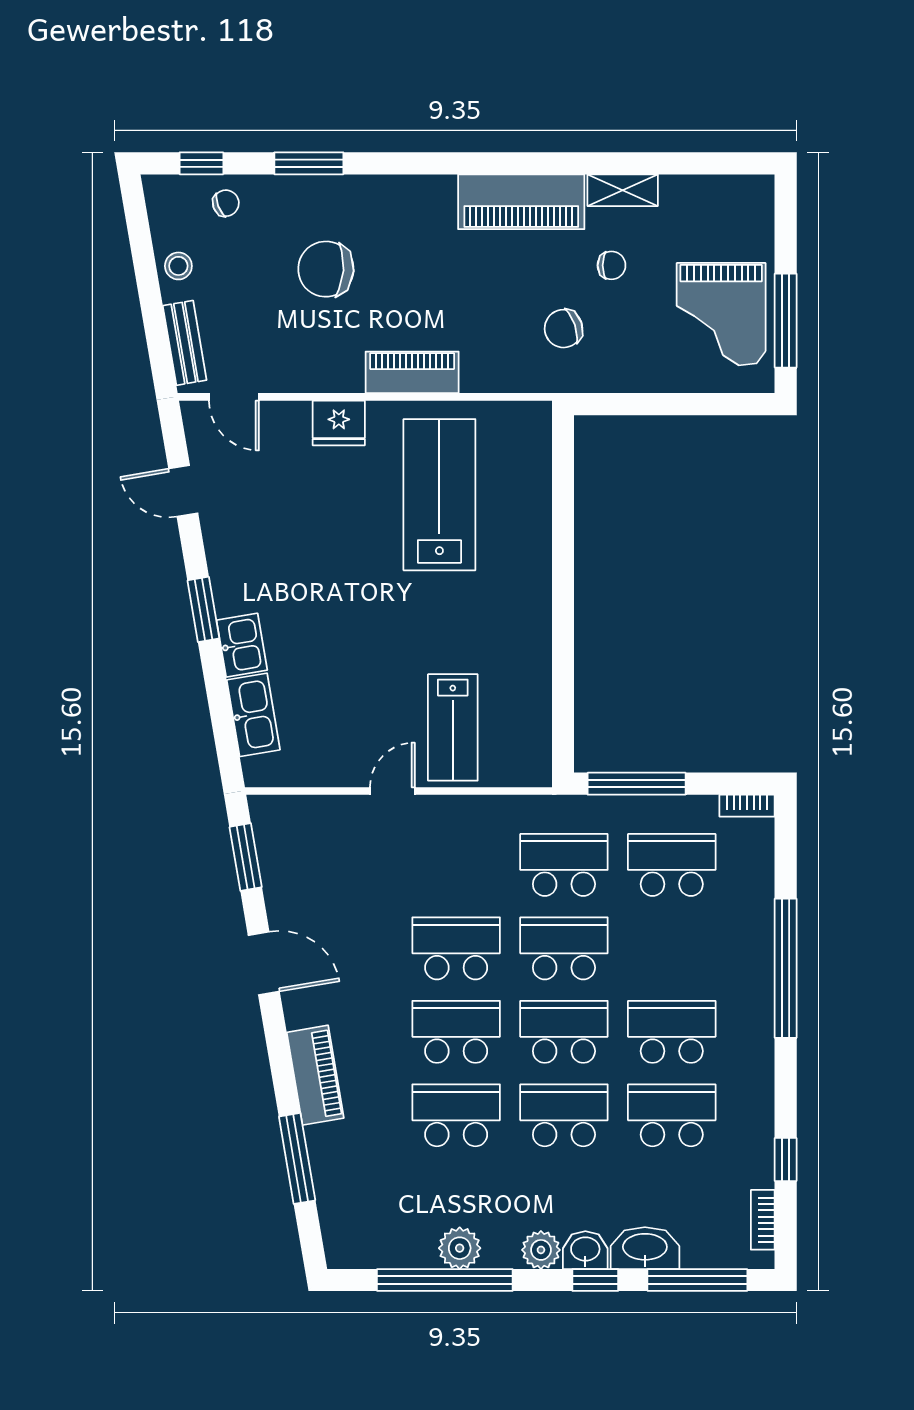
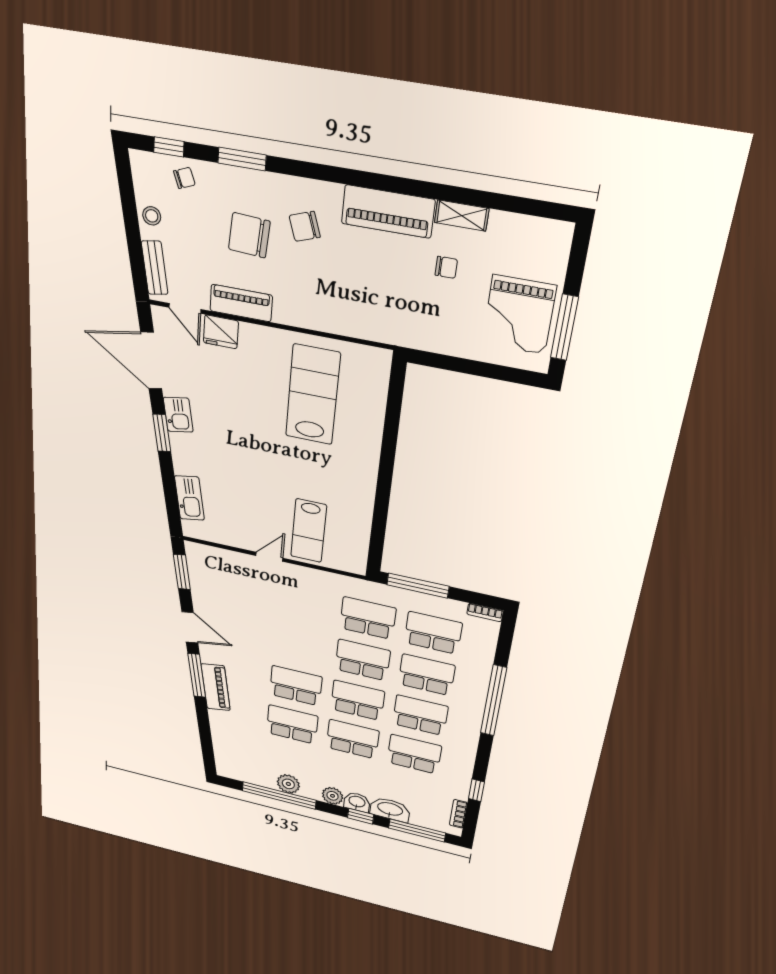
chair: (564, 329) -> (305, 226), moved
piano: (412, 372) -> (241, 303), moved
fridge: (339, 423) -> (221, 332), moved
door: (183, 491) -> (151, 361), width x1.87
kitchen sink: (242, 645) -> (178, 415), moved
school desk: (456, 948) -> (427, 675), moved
window: (297, 1158) -> (197, 675), moved

